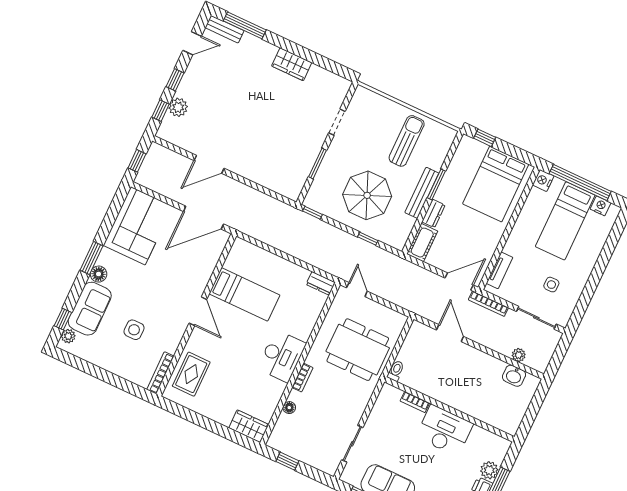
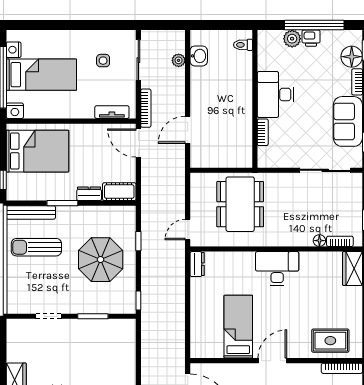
bench: (422, 193) -> (31, 212), moved
toilet: (396, 371) -> (243, 45), moved
bookcase: (302, 378) -> (340, 241), moved
sliding door: (352, 444) -> (325, 170), width x1.37

